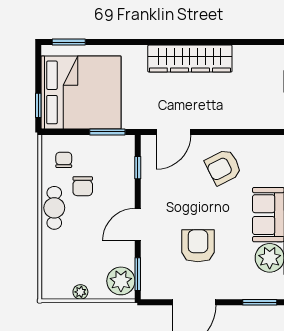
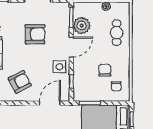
side table: (158, 192) -> (59, 67), added
cafe table: (54, 208) -> (117, 33), moved
armchair: (198, 246) -> (35, 34), turned -90
plant: (121, 281) -> (82, 26), moved

